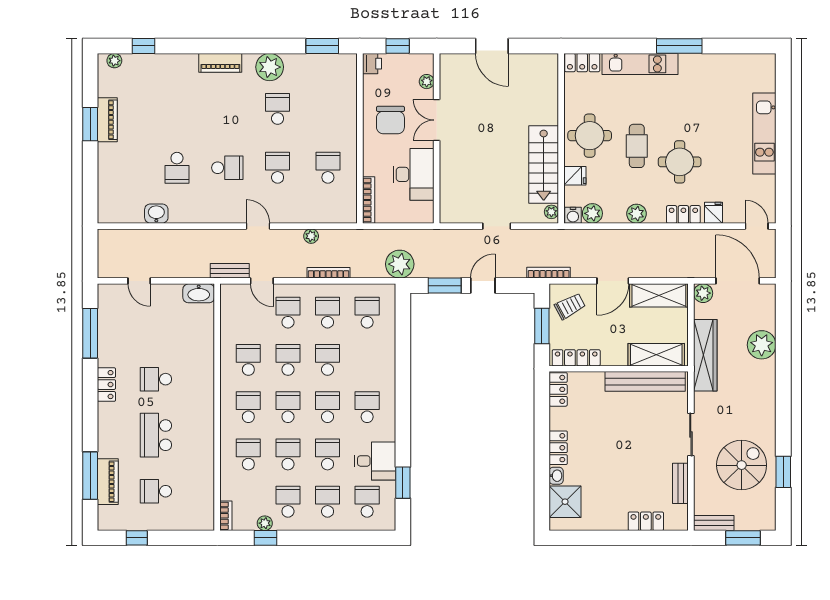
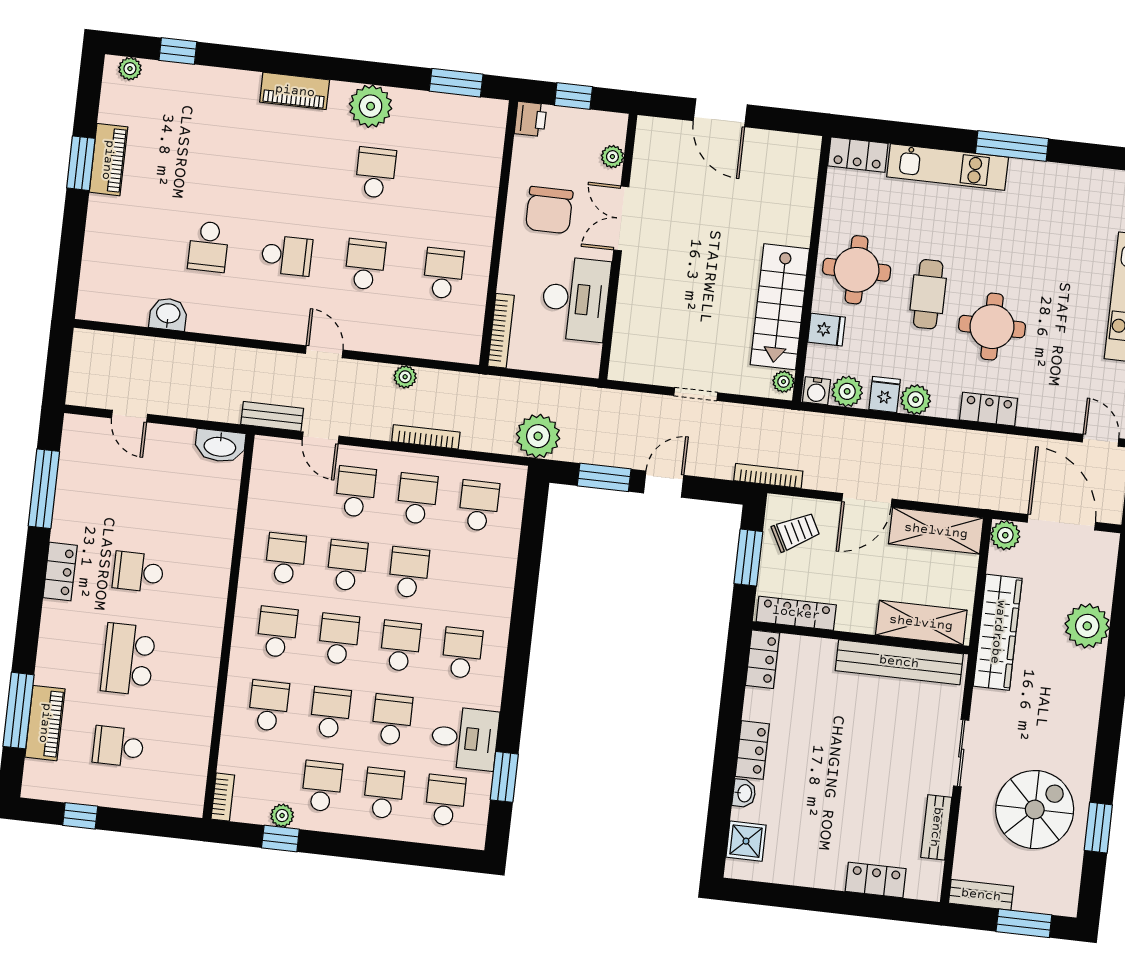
fridge: (713, 213) -> (885, 394), moved
shower: (565, 502) -> (746, 841), width x0.73, depth x0.73

